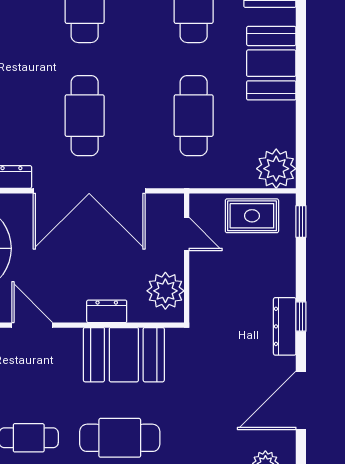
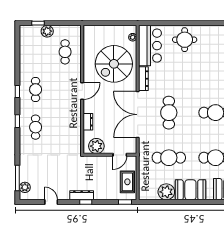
cafe table: (85, 116) -> (169, 113), turned 90
plant: (276, 169) -> (166, 192), moved
booth: (124, 355) -> (70, 129), removed
door: (301, 400) -> (51, 202), width x0.53
cafe table: (120, 438) -> (36, 127), width x0.73, depth x0.74

